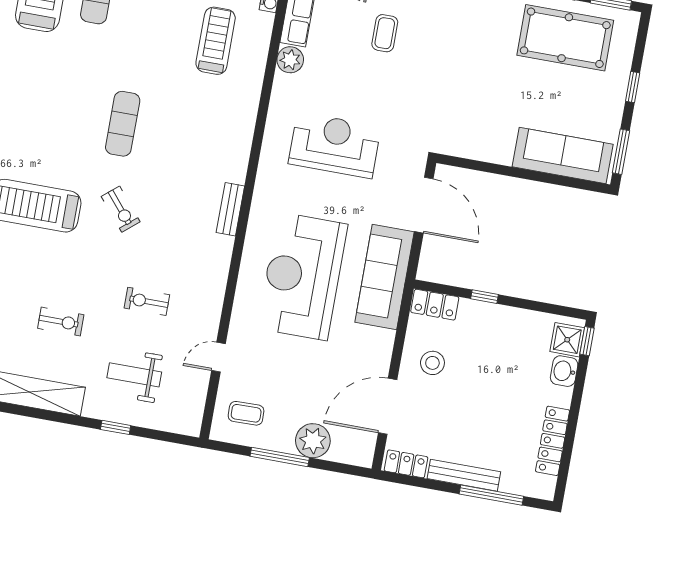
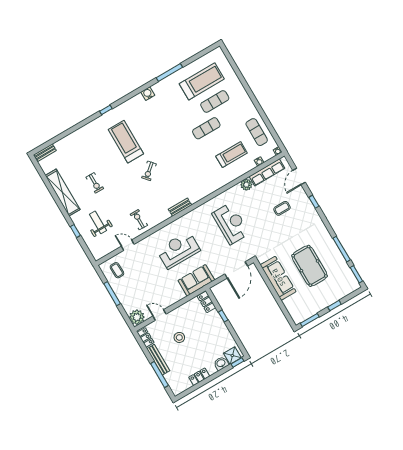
pool table: (565, 38) -> (310, 266), moved
exercise mat: (123, 124) -> (206, 128), moved
sofa: (563, 155) -> (278, 278), moved
reception desk: (302, 276) -> (178, 250), width x0.74, depth x0.77
sofa: (385, 277) -> (196, 280), width x0.73
exercise bike: (147, 301) -> (139, 220), moved
stool: (432, 363) -> (179, 337), moved
door: (388, 406) -> (159, 315), width x0.53
plant: (313, 441) -> (137, 317), moved
locker: (553, 441) -> (199, 377), width x0.66

